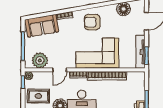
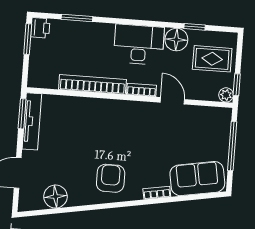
armchair: (92, 22) -> (111, 178), turned -90
corner sofa: (97, 53) -> (106, 125), removed
plant: (40, 60) -> (205, 119), removed
door: (60, 70) -> (172, 101), hinge flipped

